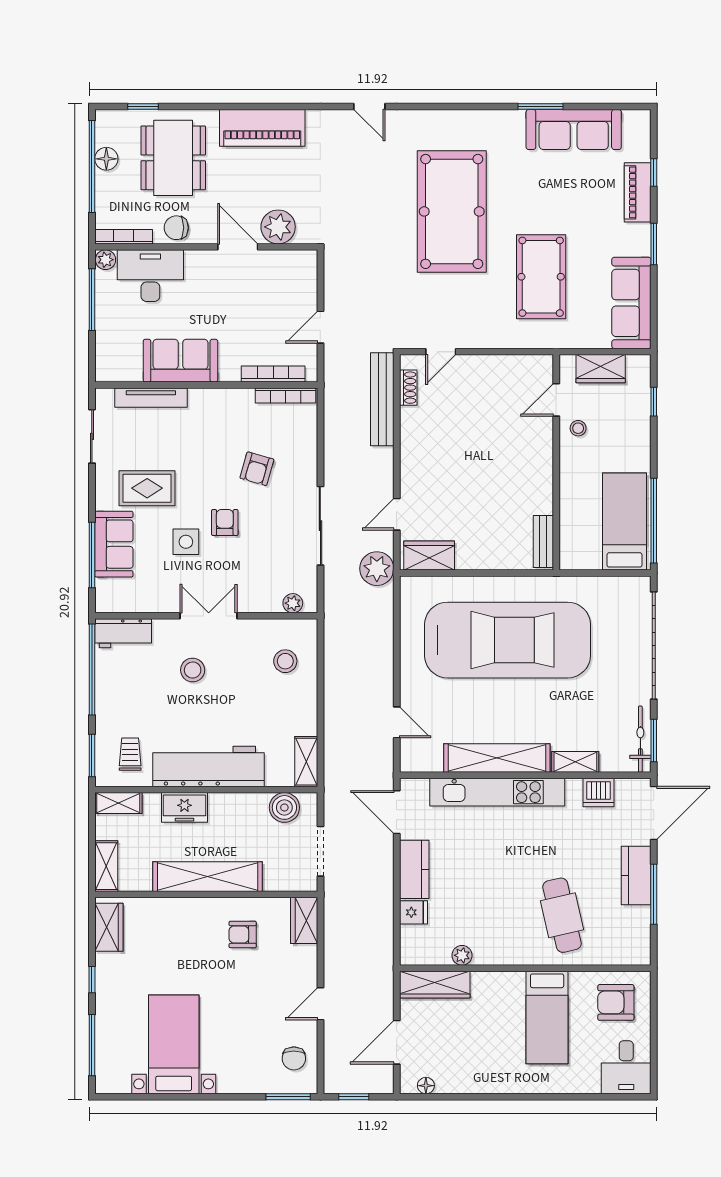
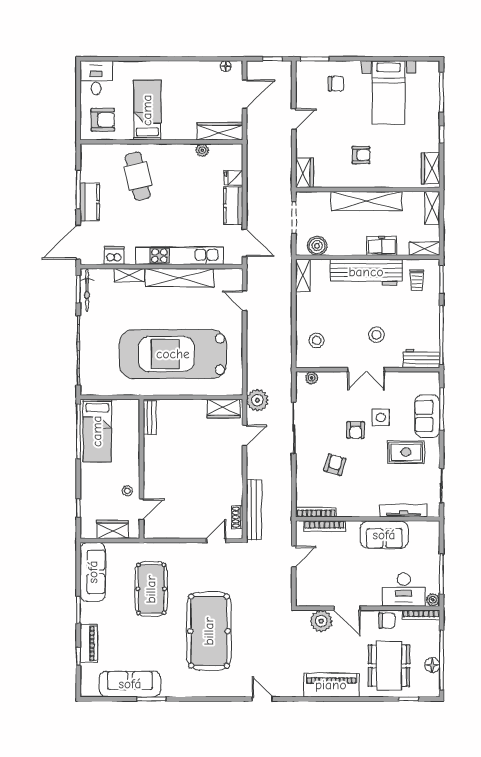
armchair: (243, 935) -> (361, 155), moved
chair: (294, 1058) -> (336, 84), moved, turned 90

